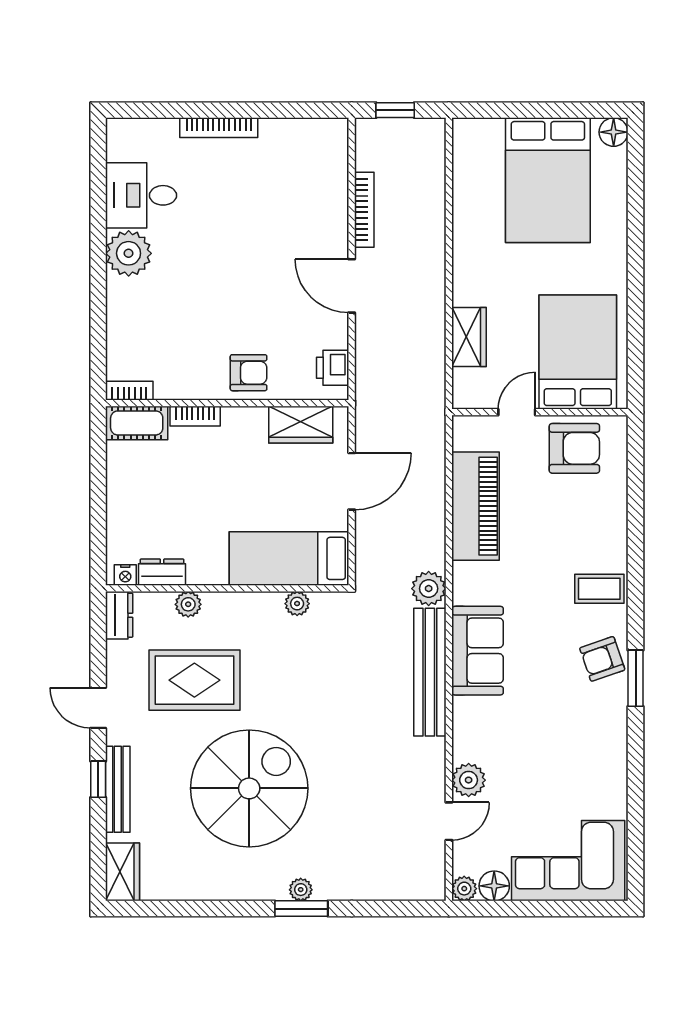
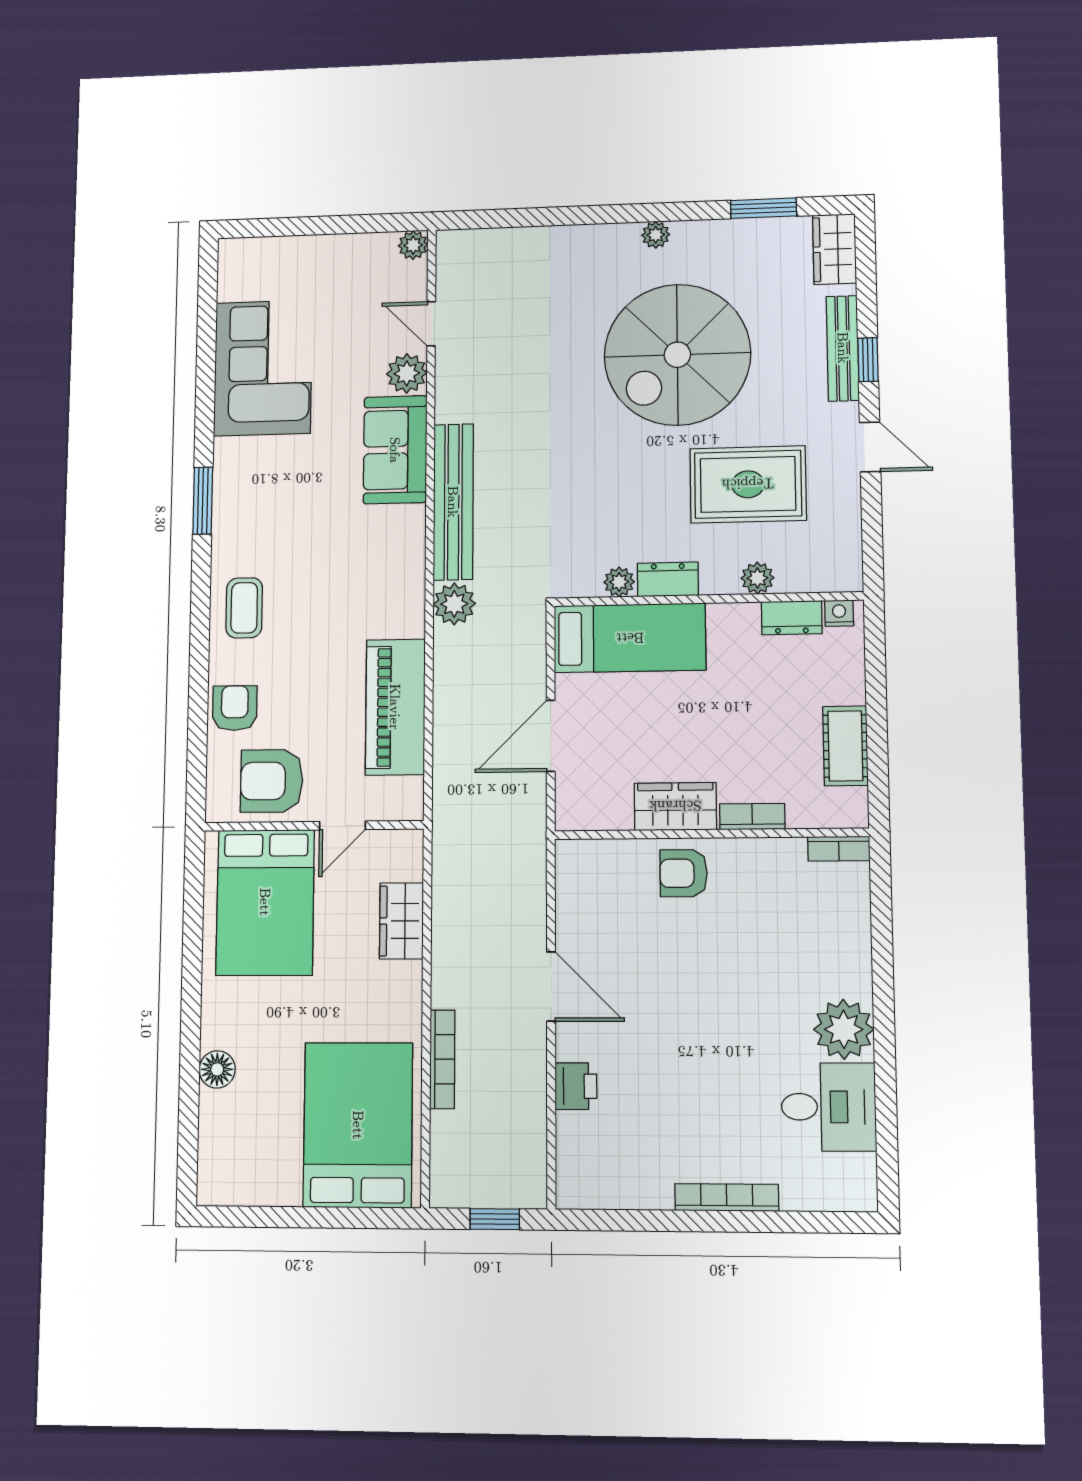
floor lamp: (614, 132) -> (217, 1069), moved
bed: (548, 180) -> (358, 1125), moved
bookcase: (364, 210) -> (442, 1059), moved, turned 180
printer: (333, 368) -> (576, 1086), moved
cot: (137, 423) -> (845, 746), moved, turned 90
wardrobe: (301, 425) -> (675, 806), moved
coffee table: (599, 589) -> (244, 608), turned 90
dresser: (119, 615) -> (668, 579), moved, turned 90
sofa: (478, 651) -> (395, 450), moved
armchair: (602, 659) -> (235, 708), moved, turned -71
door: (449, 821) -> (431, 324), hinge flipped
corner sofa: (568, 861) -> (263, 368), moved, turned -90
floor lamp: (494, 886) -> (377, 250), removed
plant: (301, 890) -> (656, 235), moved
window: (301, 909) -> (763, 208), moved

